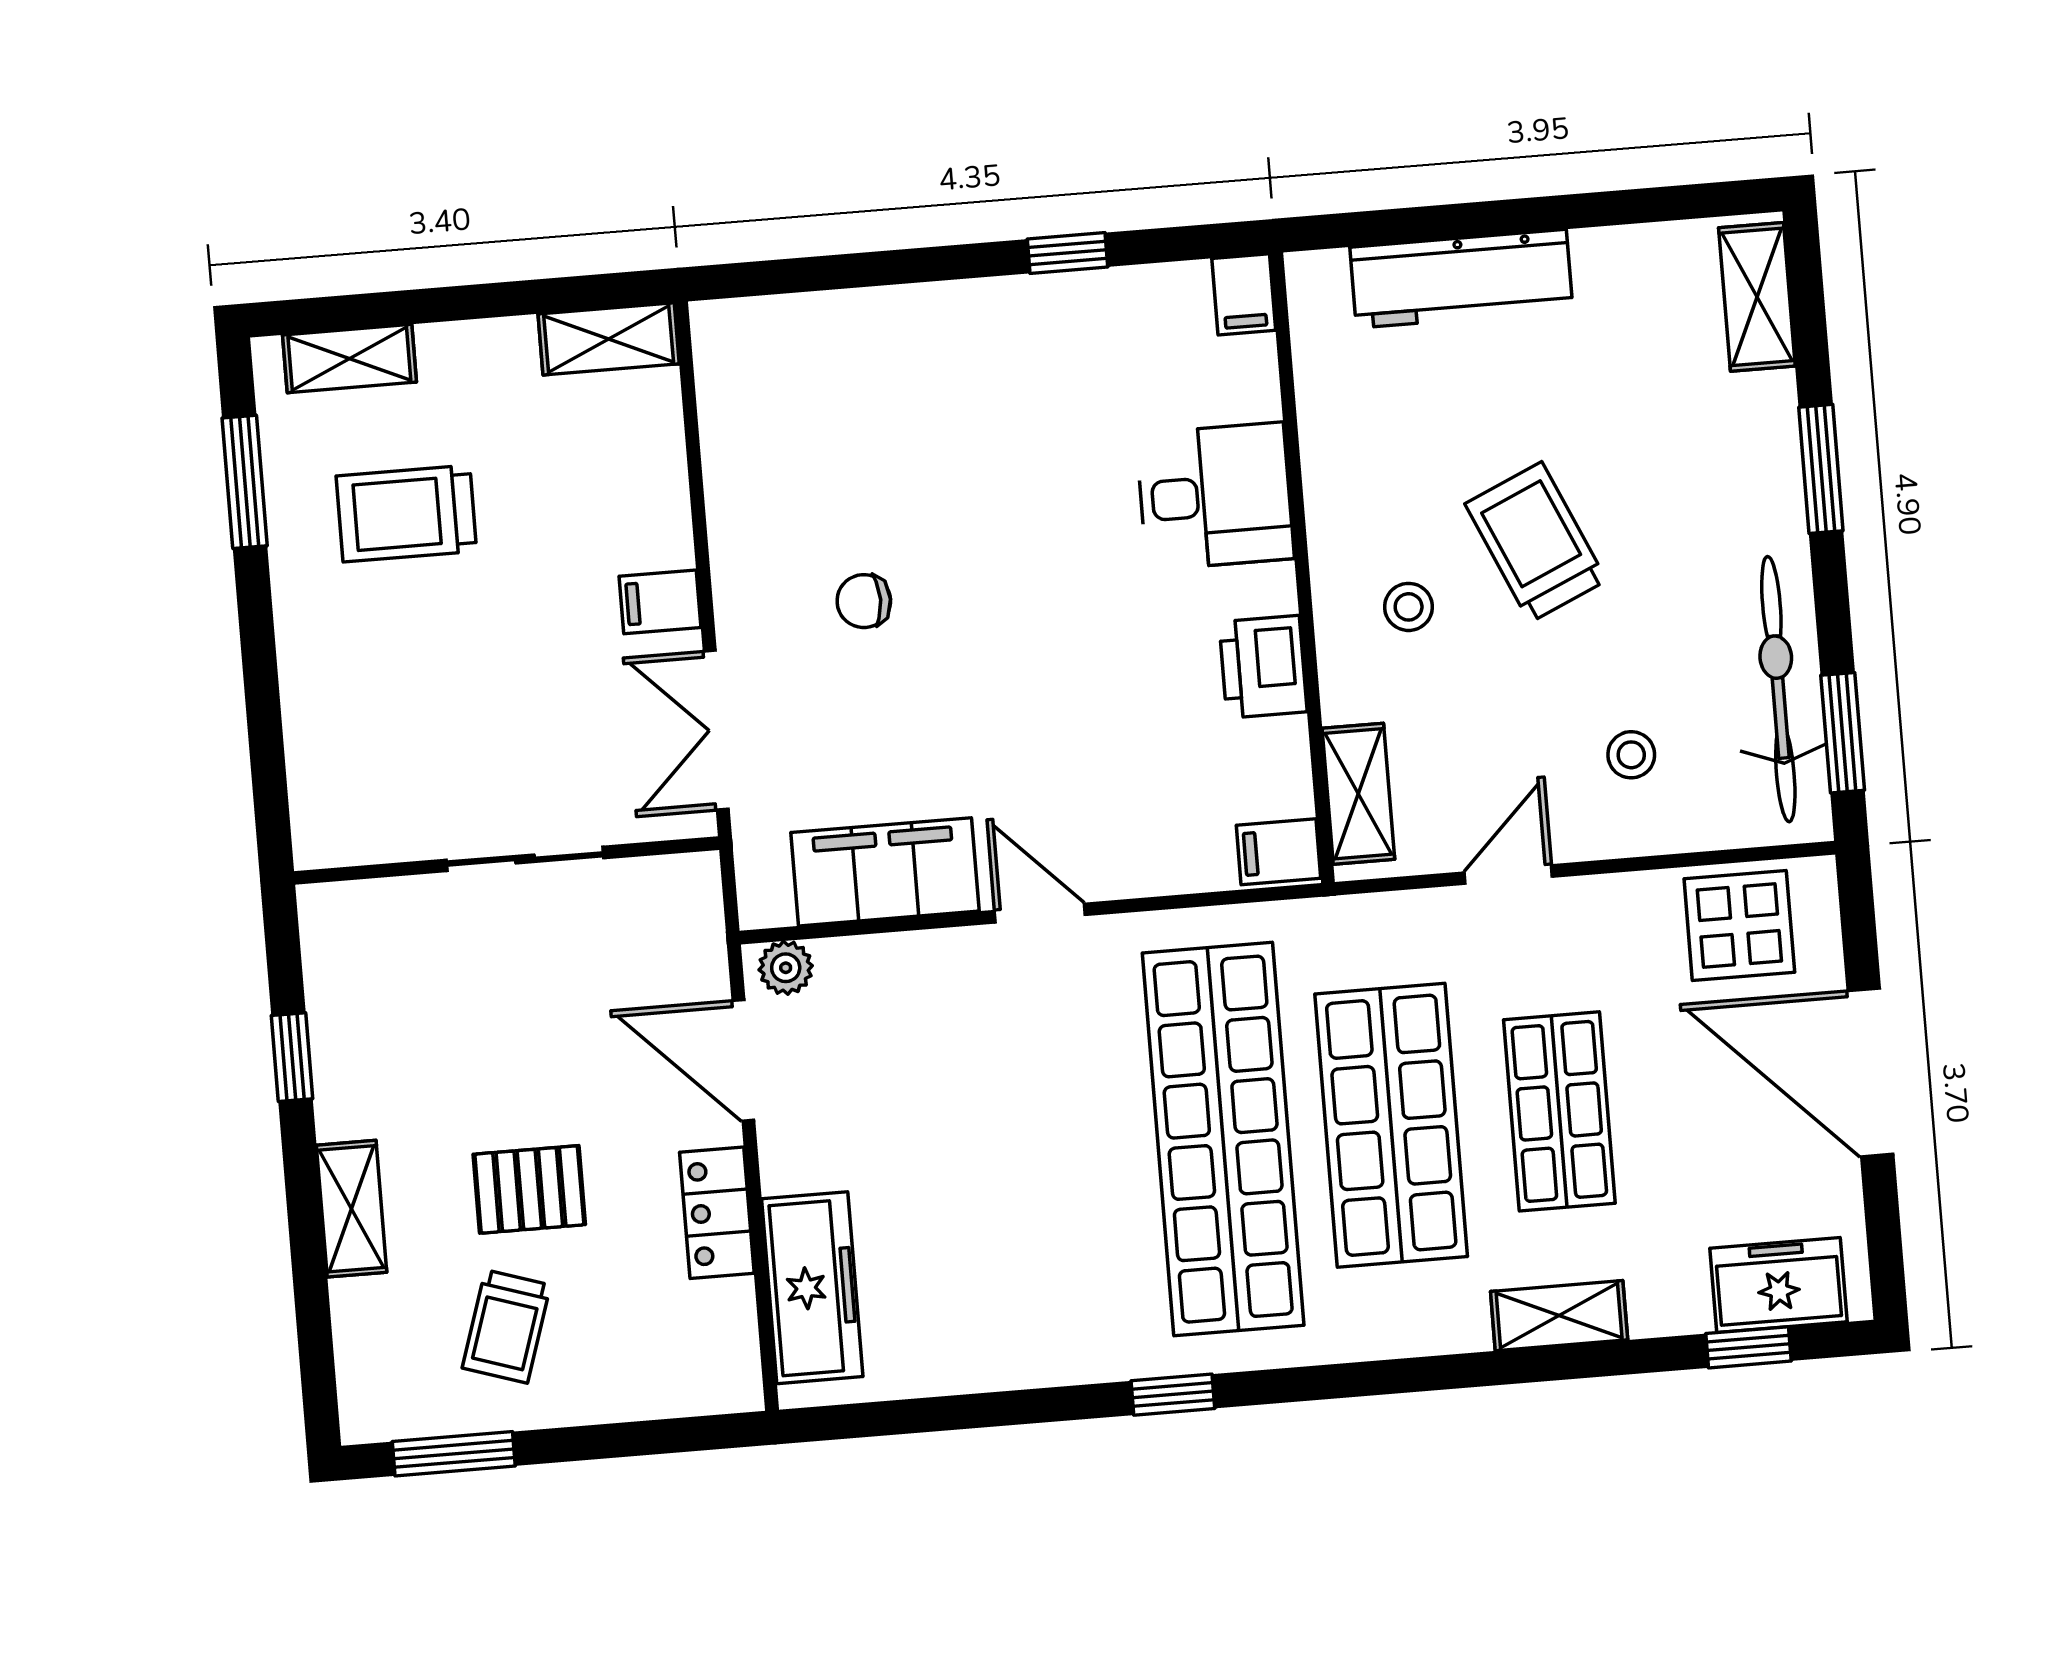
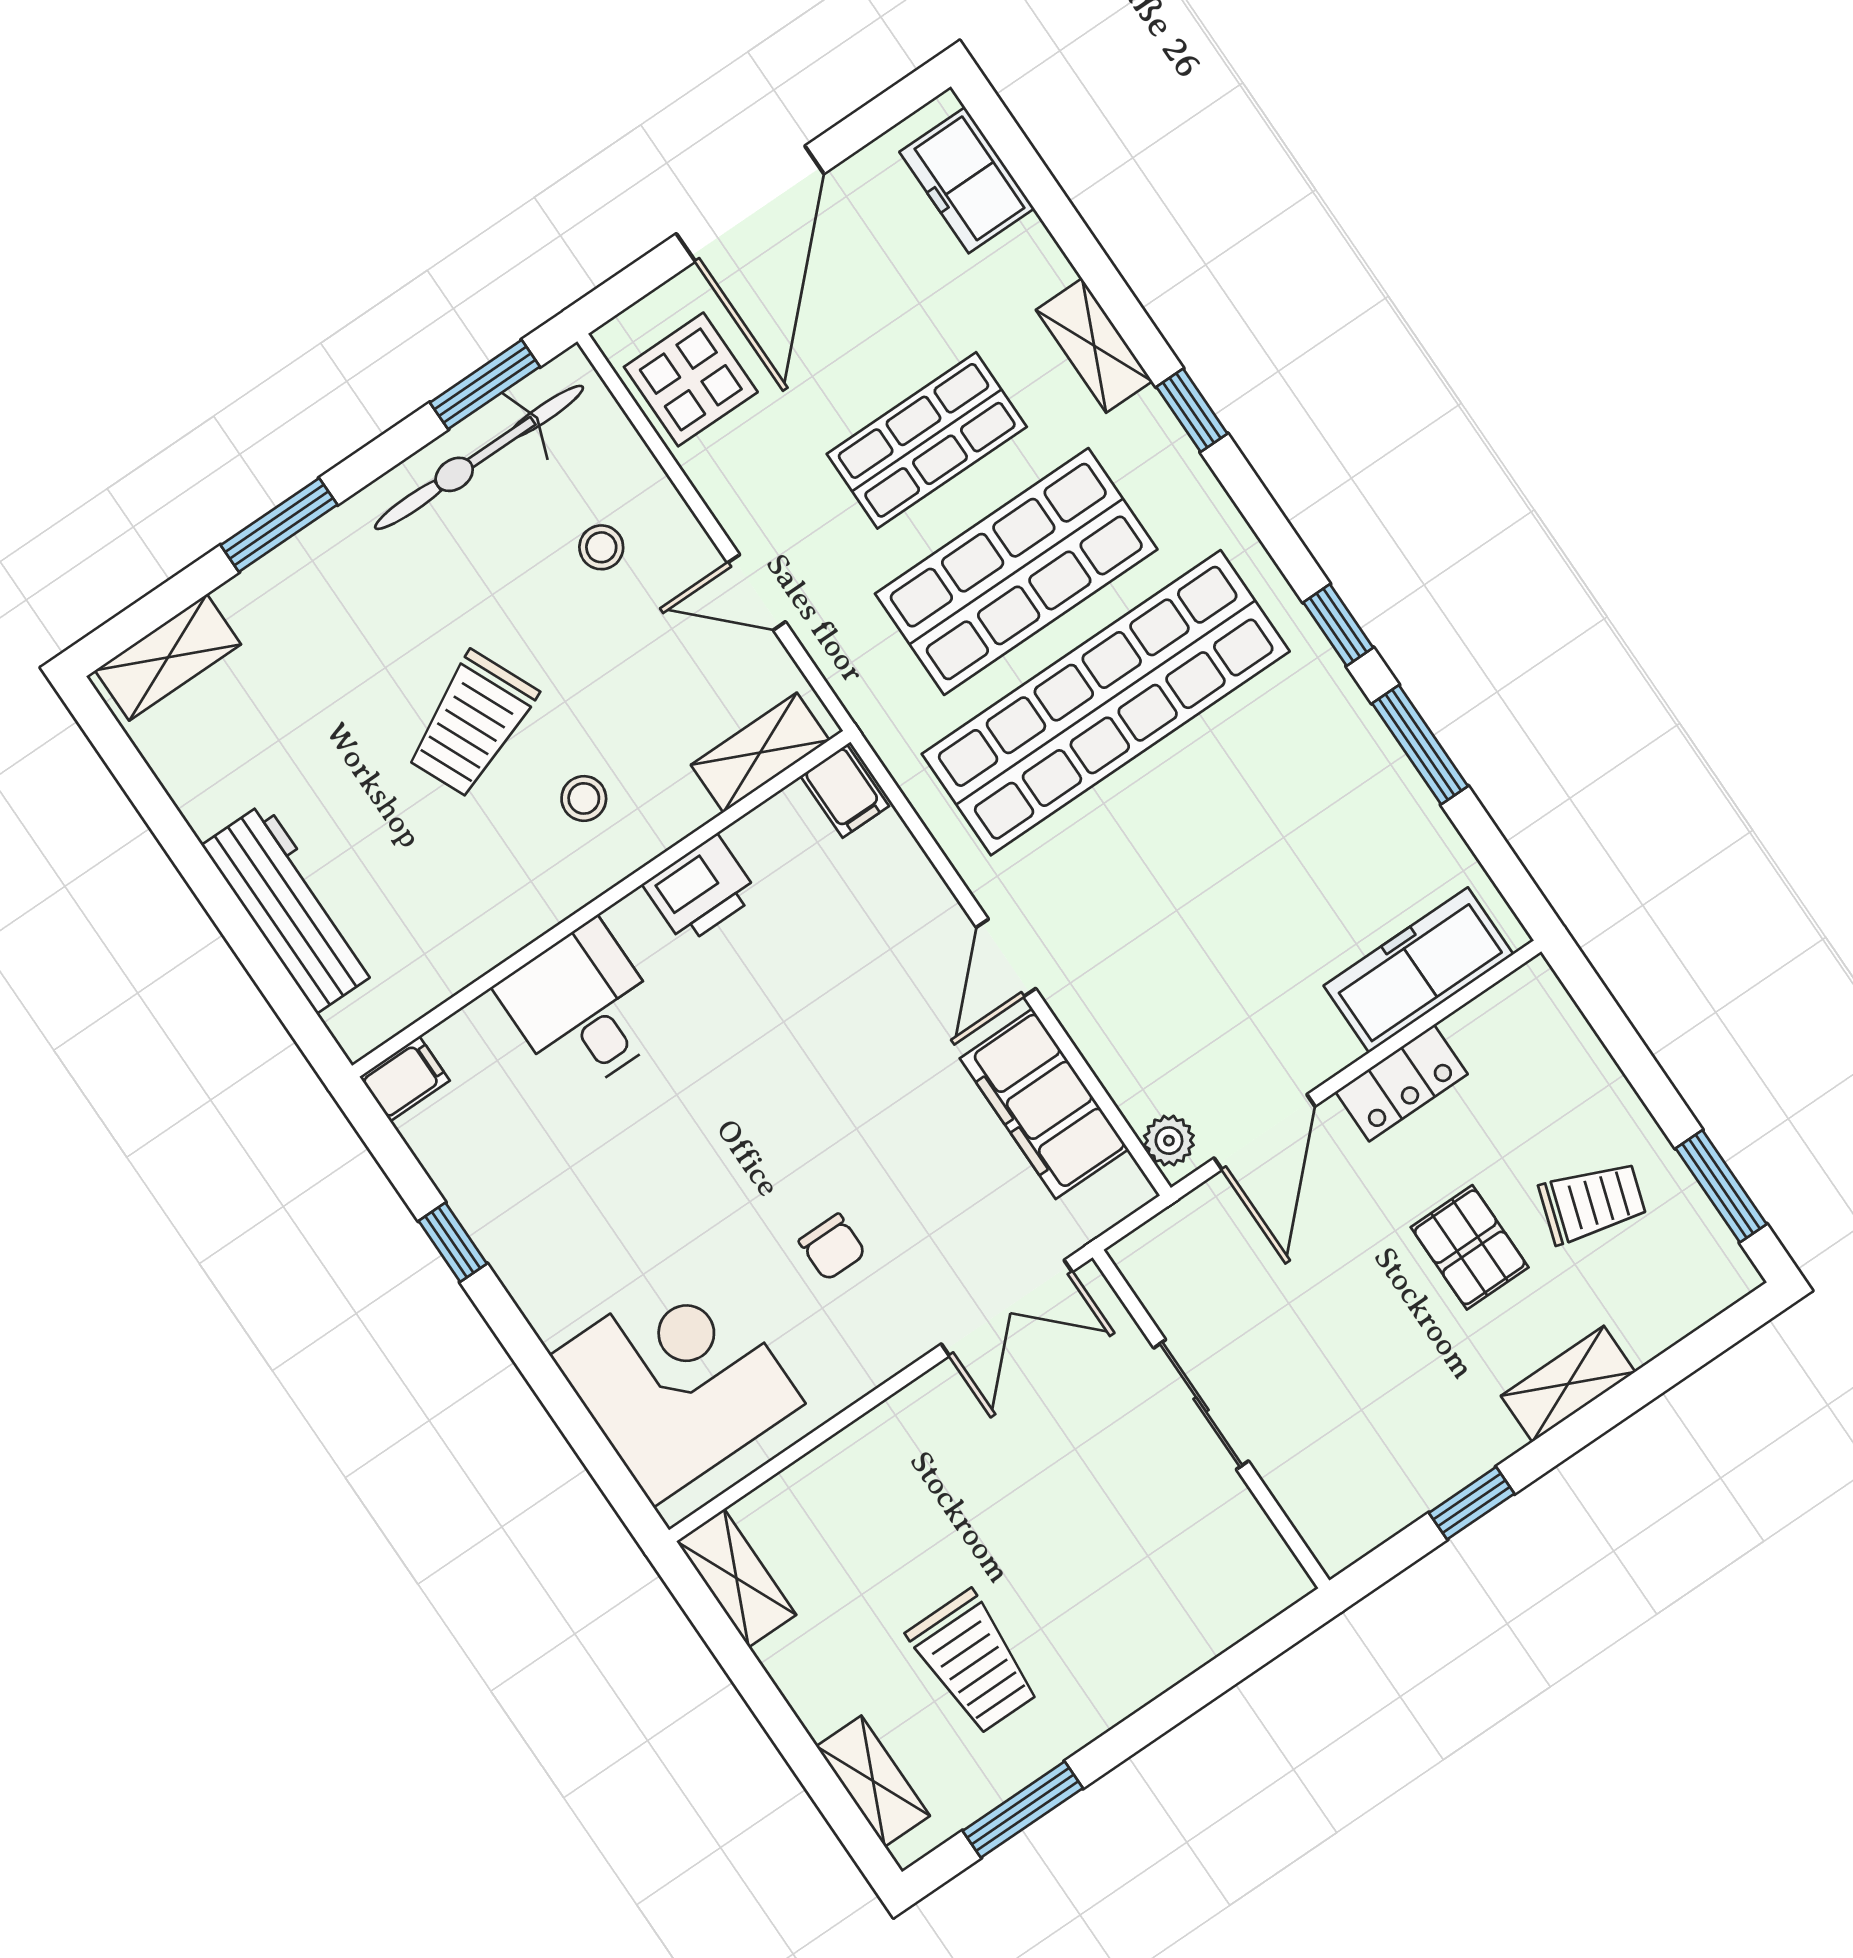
corner desk: (823, 389) -> (678, 1379), added
filing cabinet: (660, 602) -> (928, 1414), removed
window: (1748, 1347) -> (1192, 410), moved
window: (1019, 1407) -> (1420, 745), added

